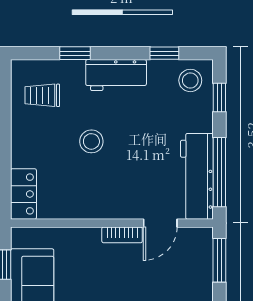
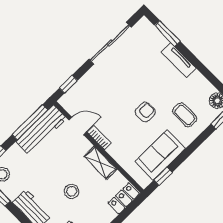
shelving: (92, 207) -> (100, 163), added
window: (219, 260) -> (68, 84), width x0.67

